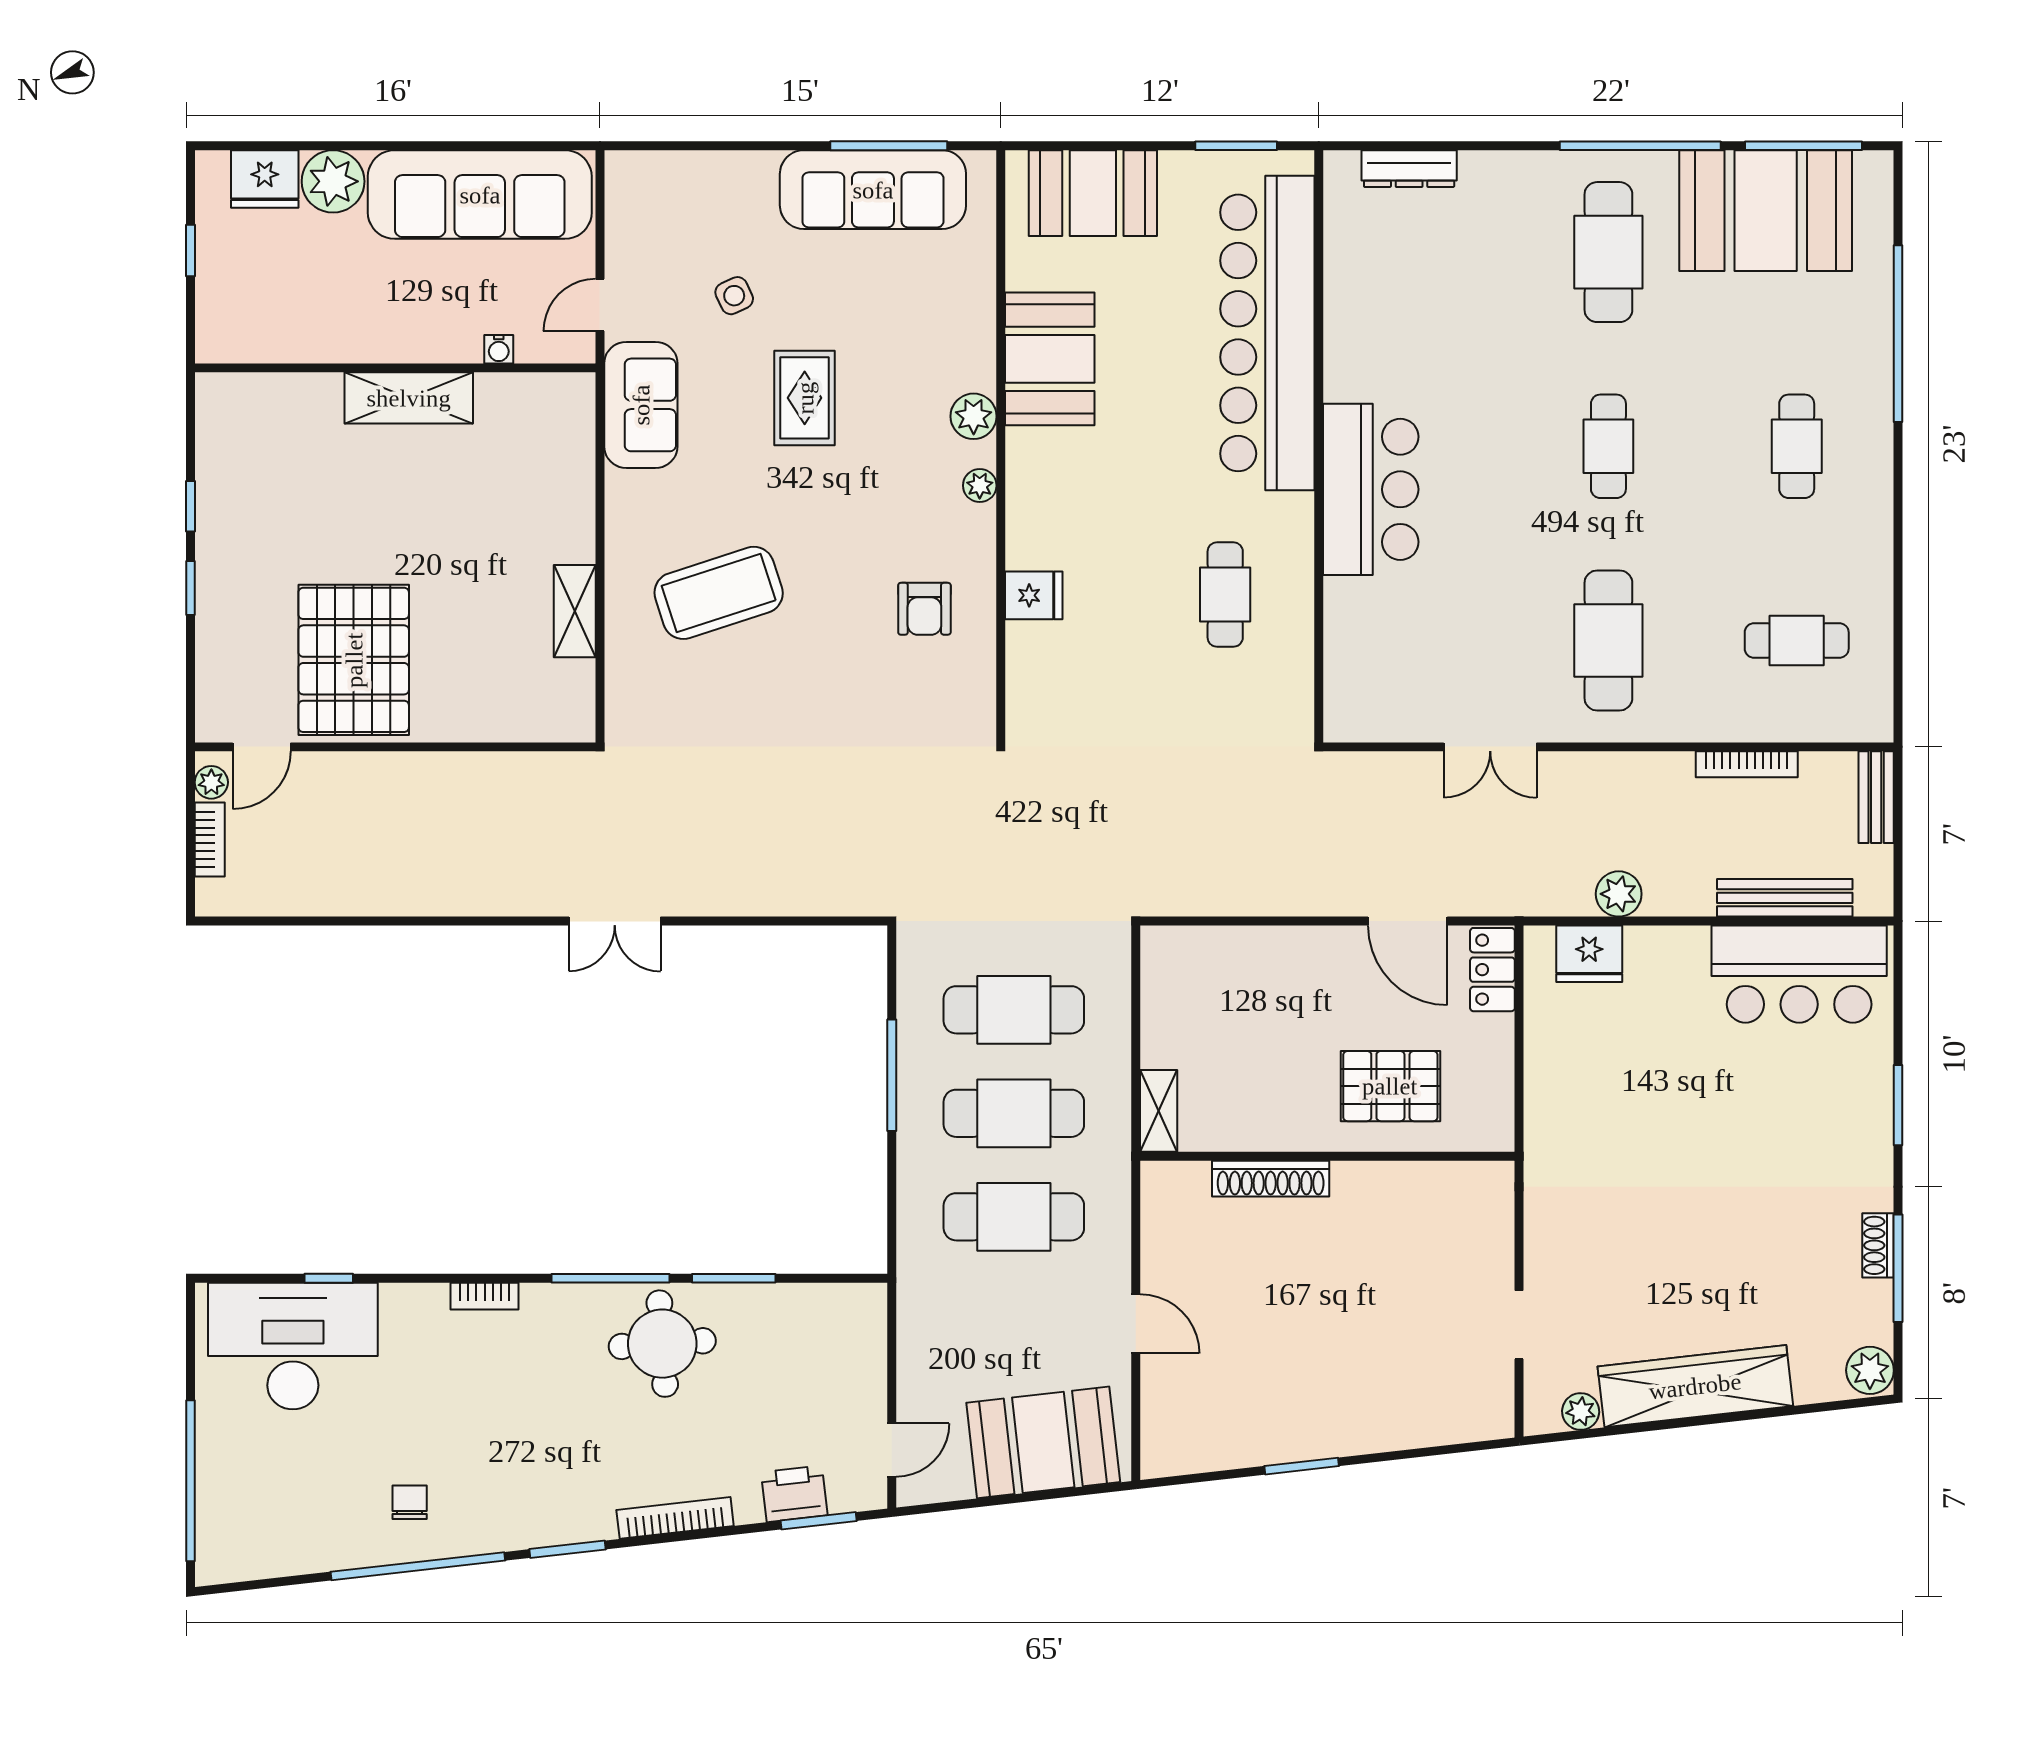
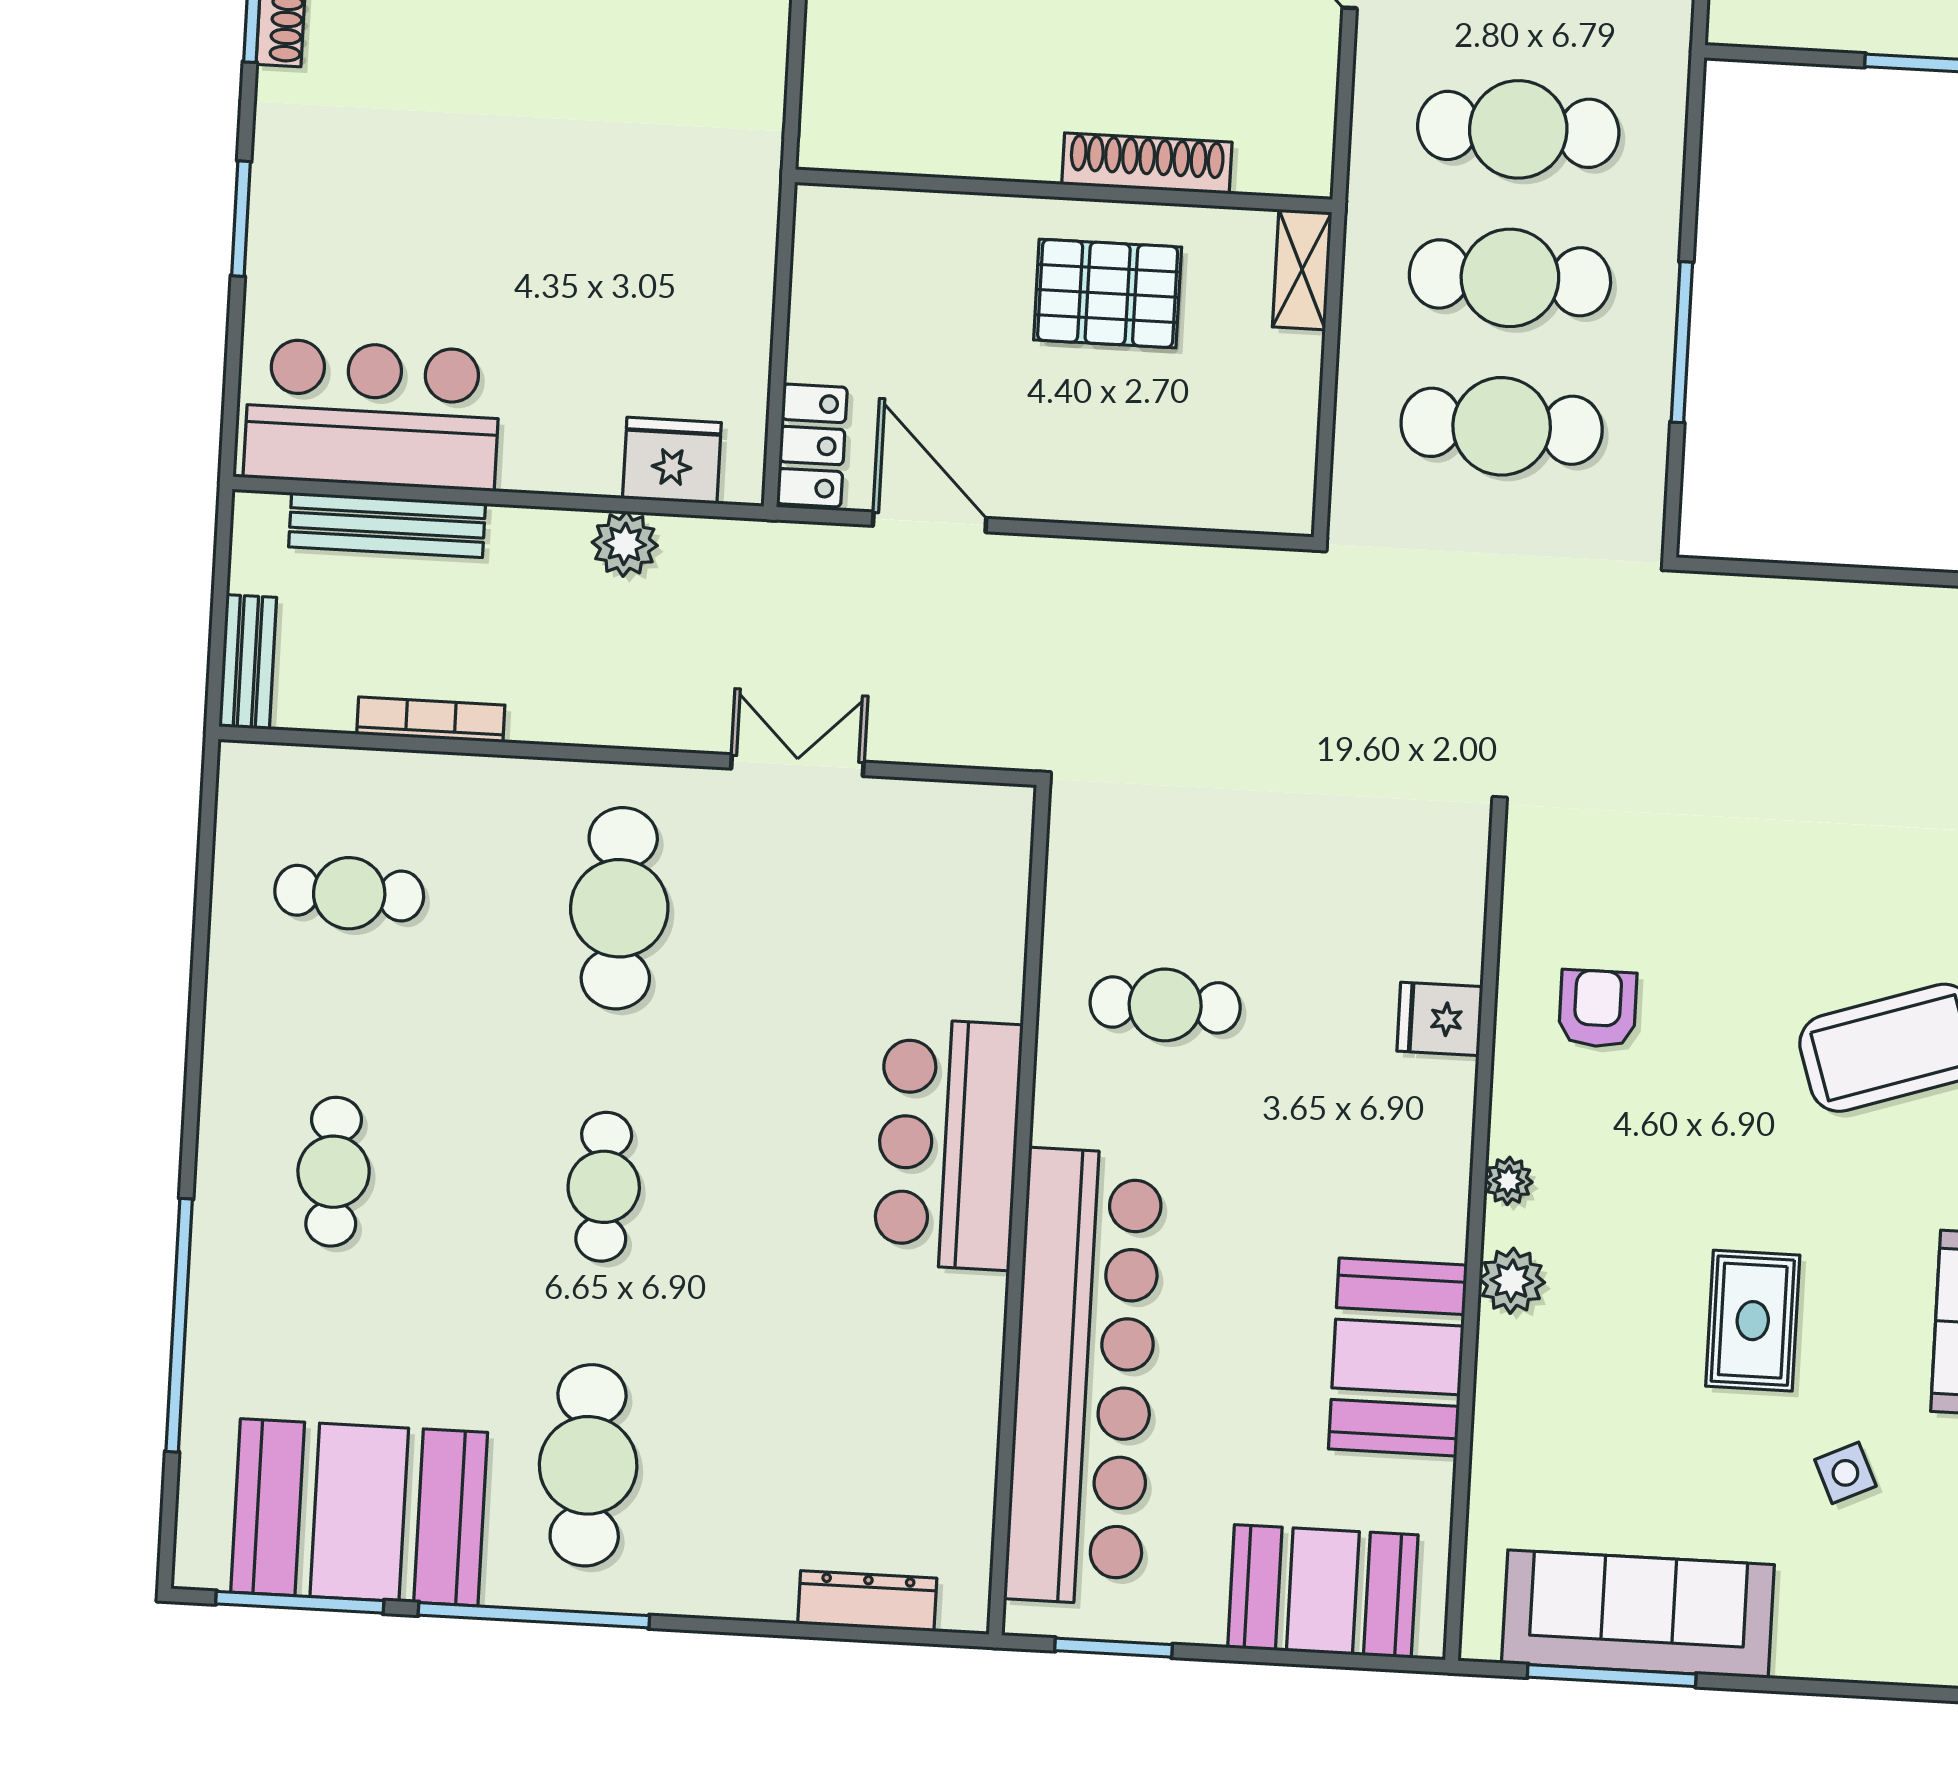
cafe table: (1225, 595) -> (1165, 1005), turned 90
pallet: (1390, 1086) -> (1108, 293), moved

